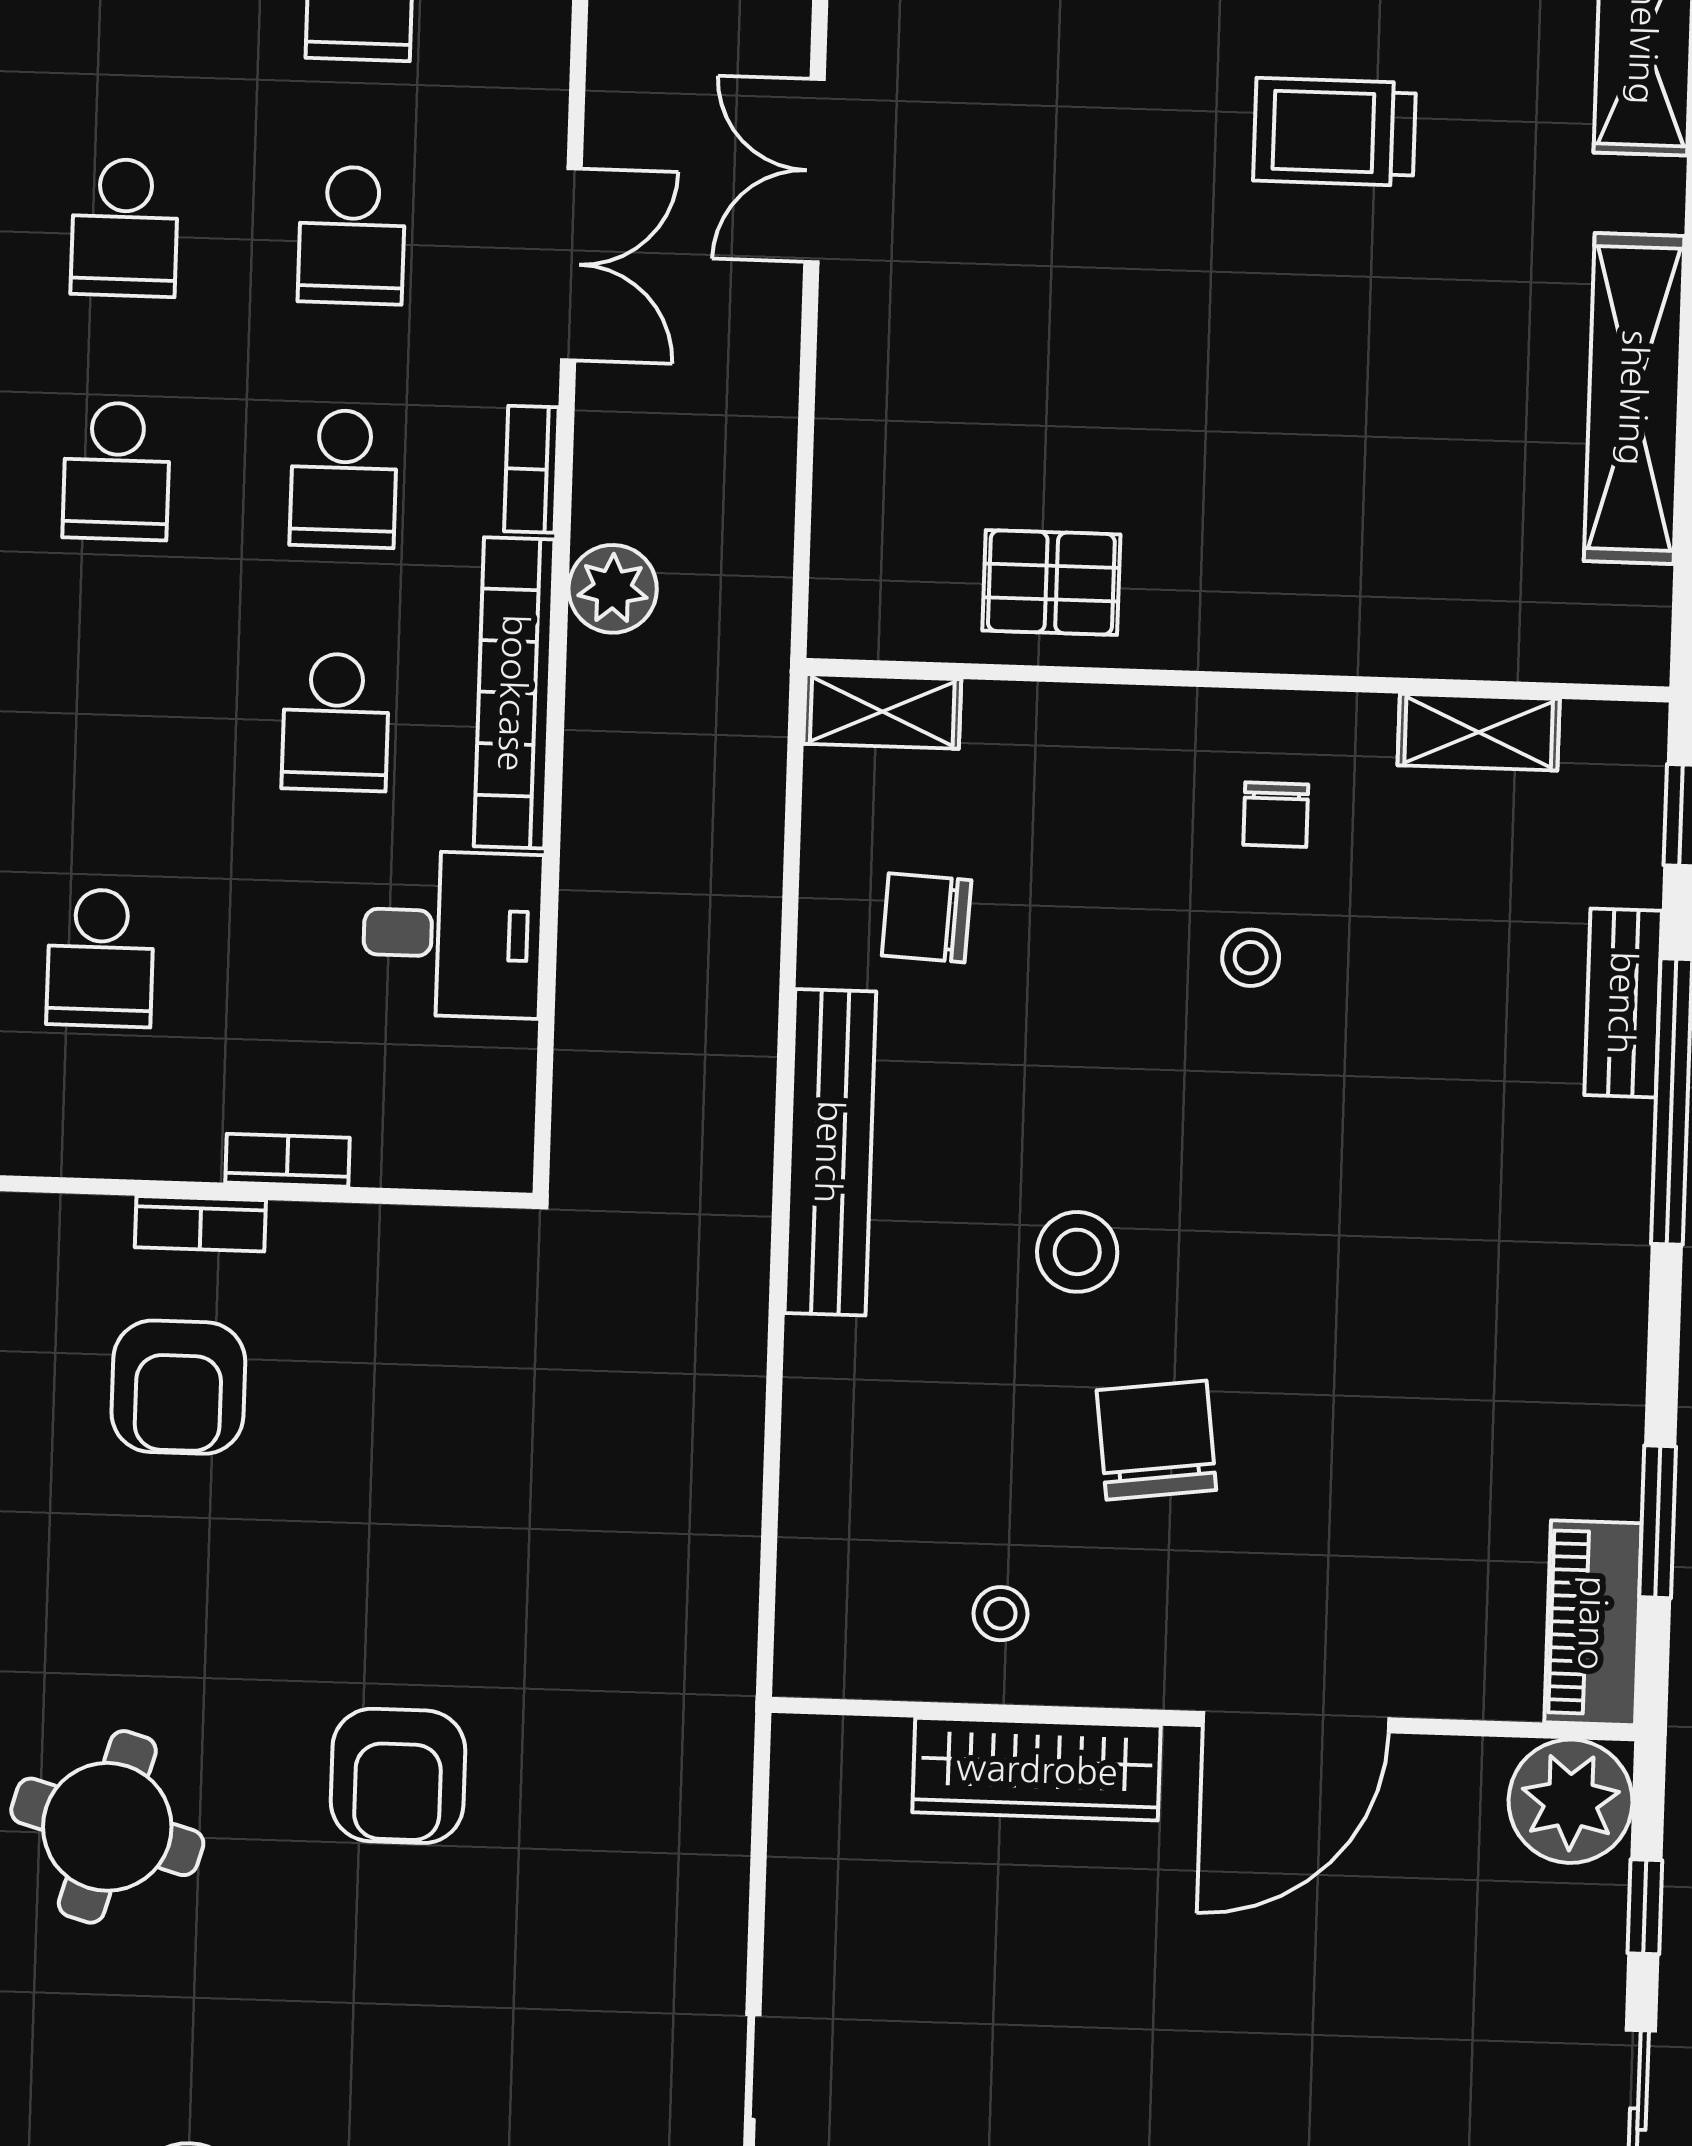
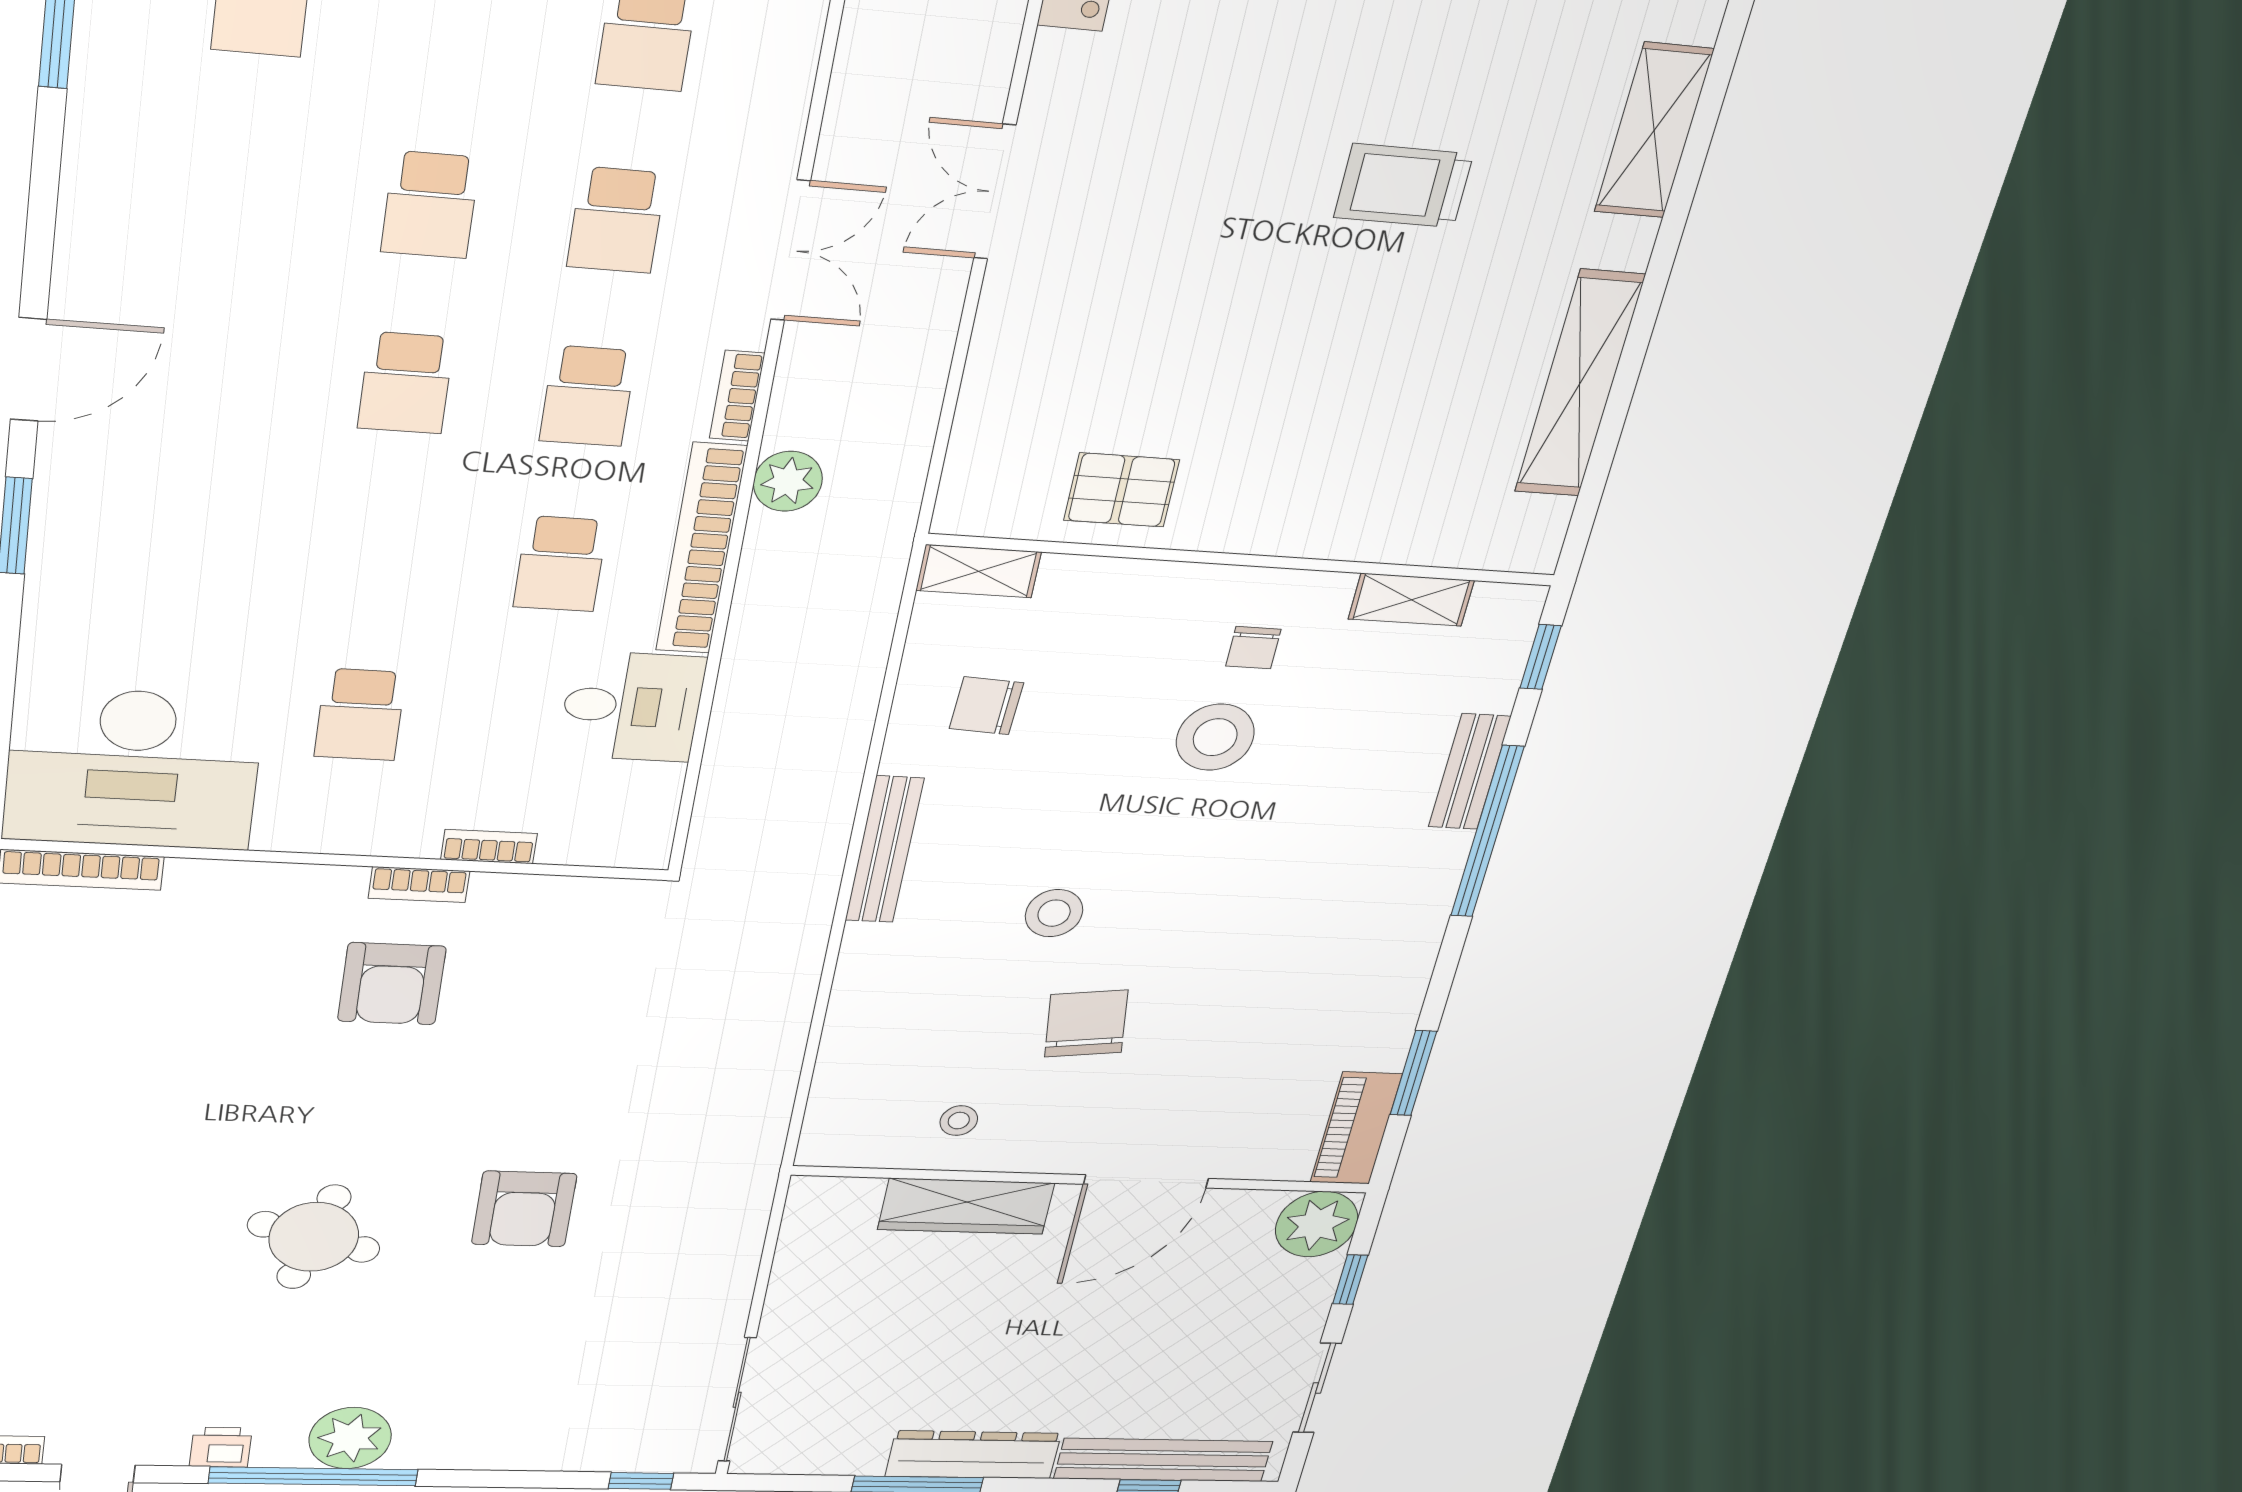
stool: (1251, 958) -> (1215, 737), width x1.89, depth x1.89
bench: (830, 1152) -> (884, 850), width x0.73, depth x0.82

